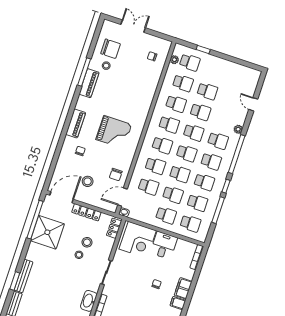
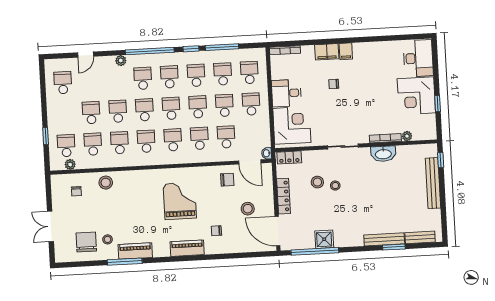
school desk: (239, 79) -> (63, 83), added
stool: (150, 81) -> (106, 183), added
shower: (47, 232) -> (324, 239), width x0.54, depth x0.54

